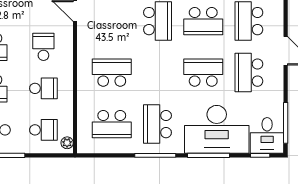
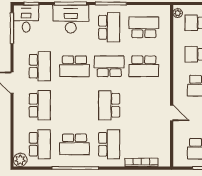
school desk: (203, 21) -> (109, 66), moved
desk: (217, 129) -> (71, 19), width x0.73, depth x0.77

